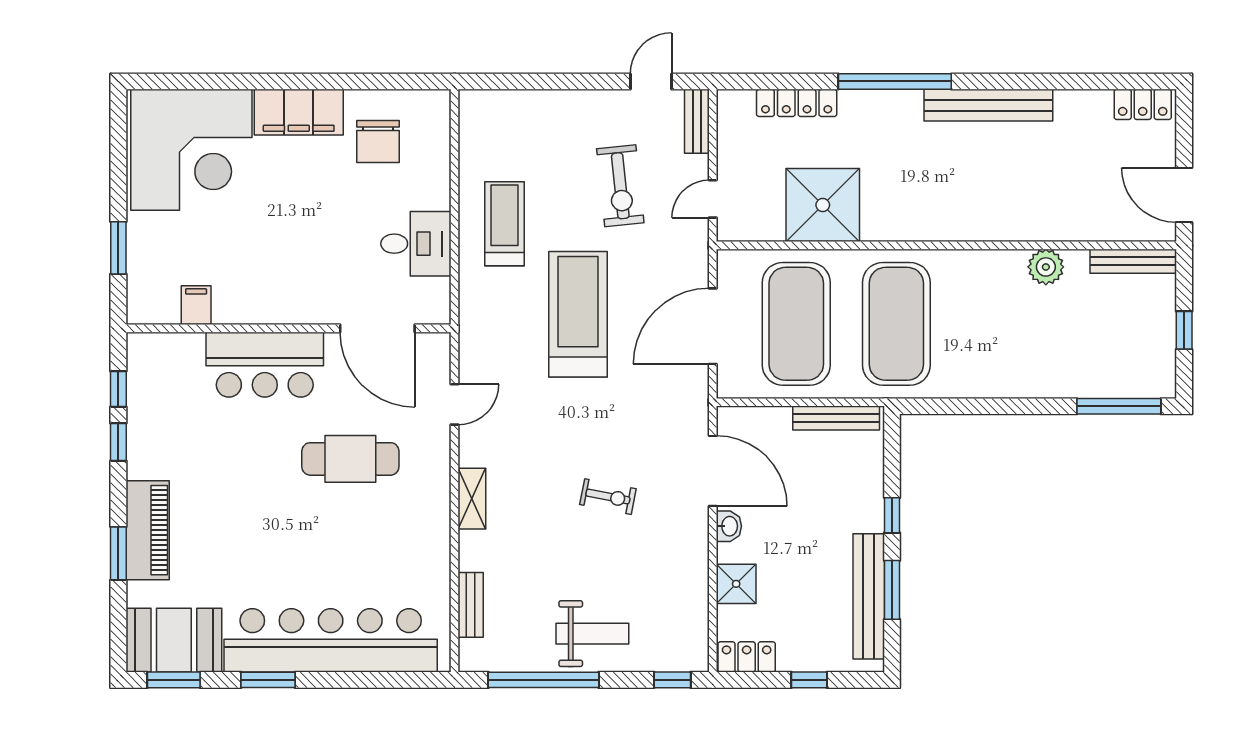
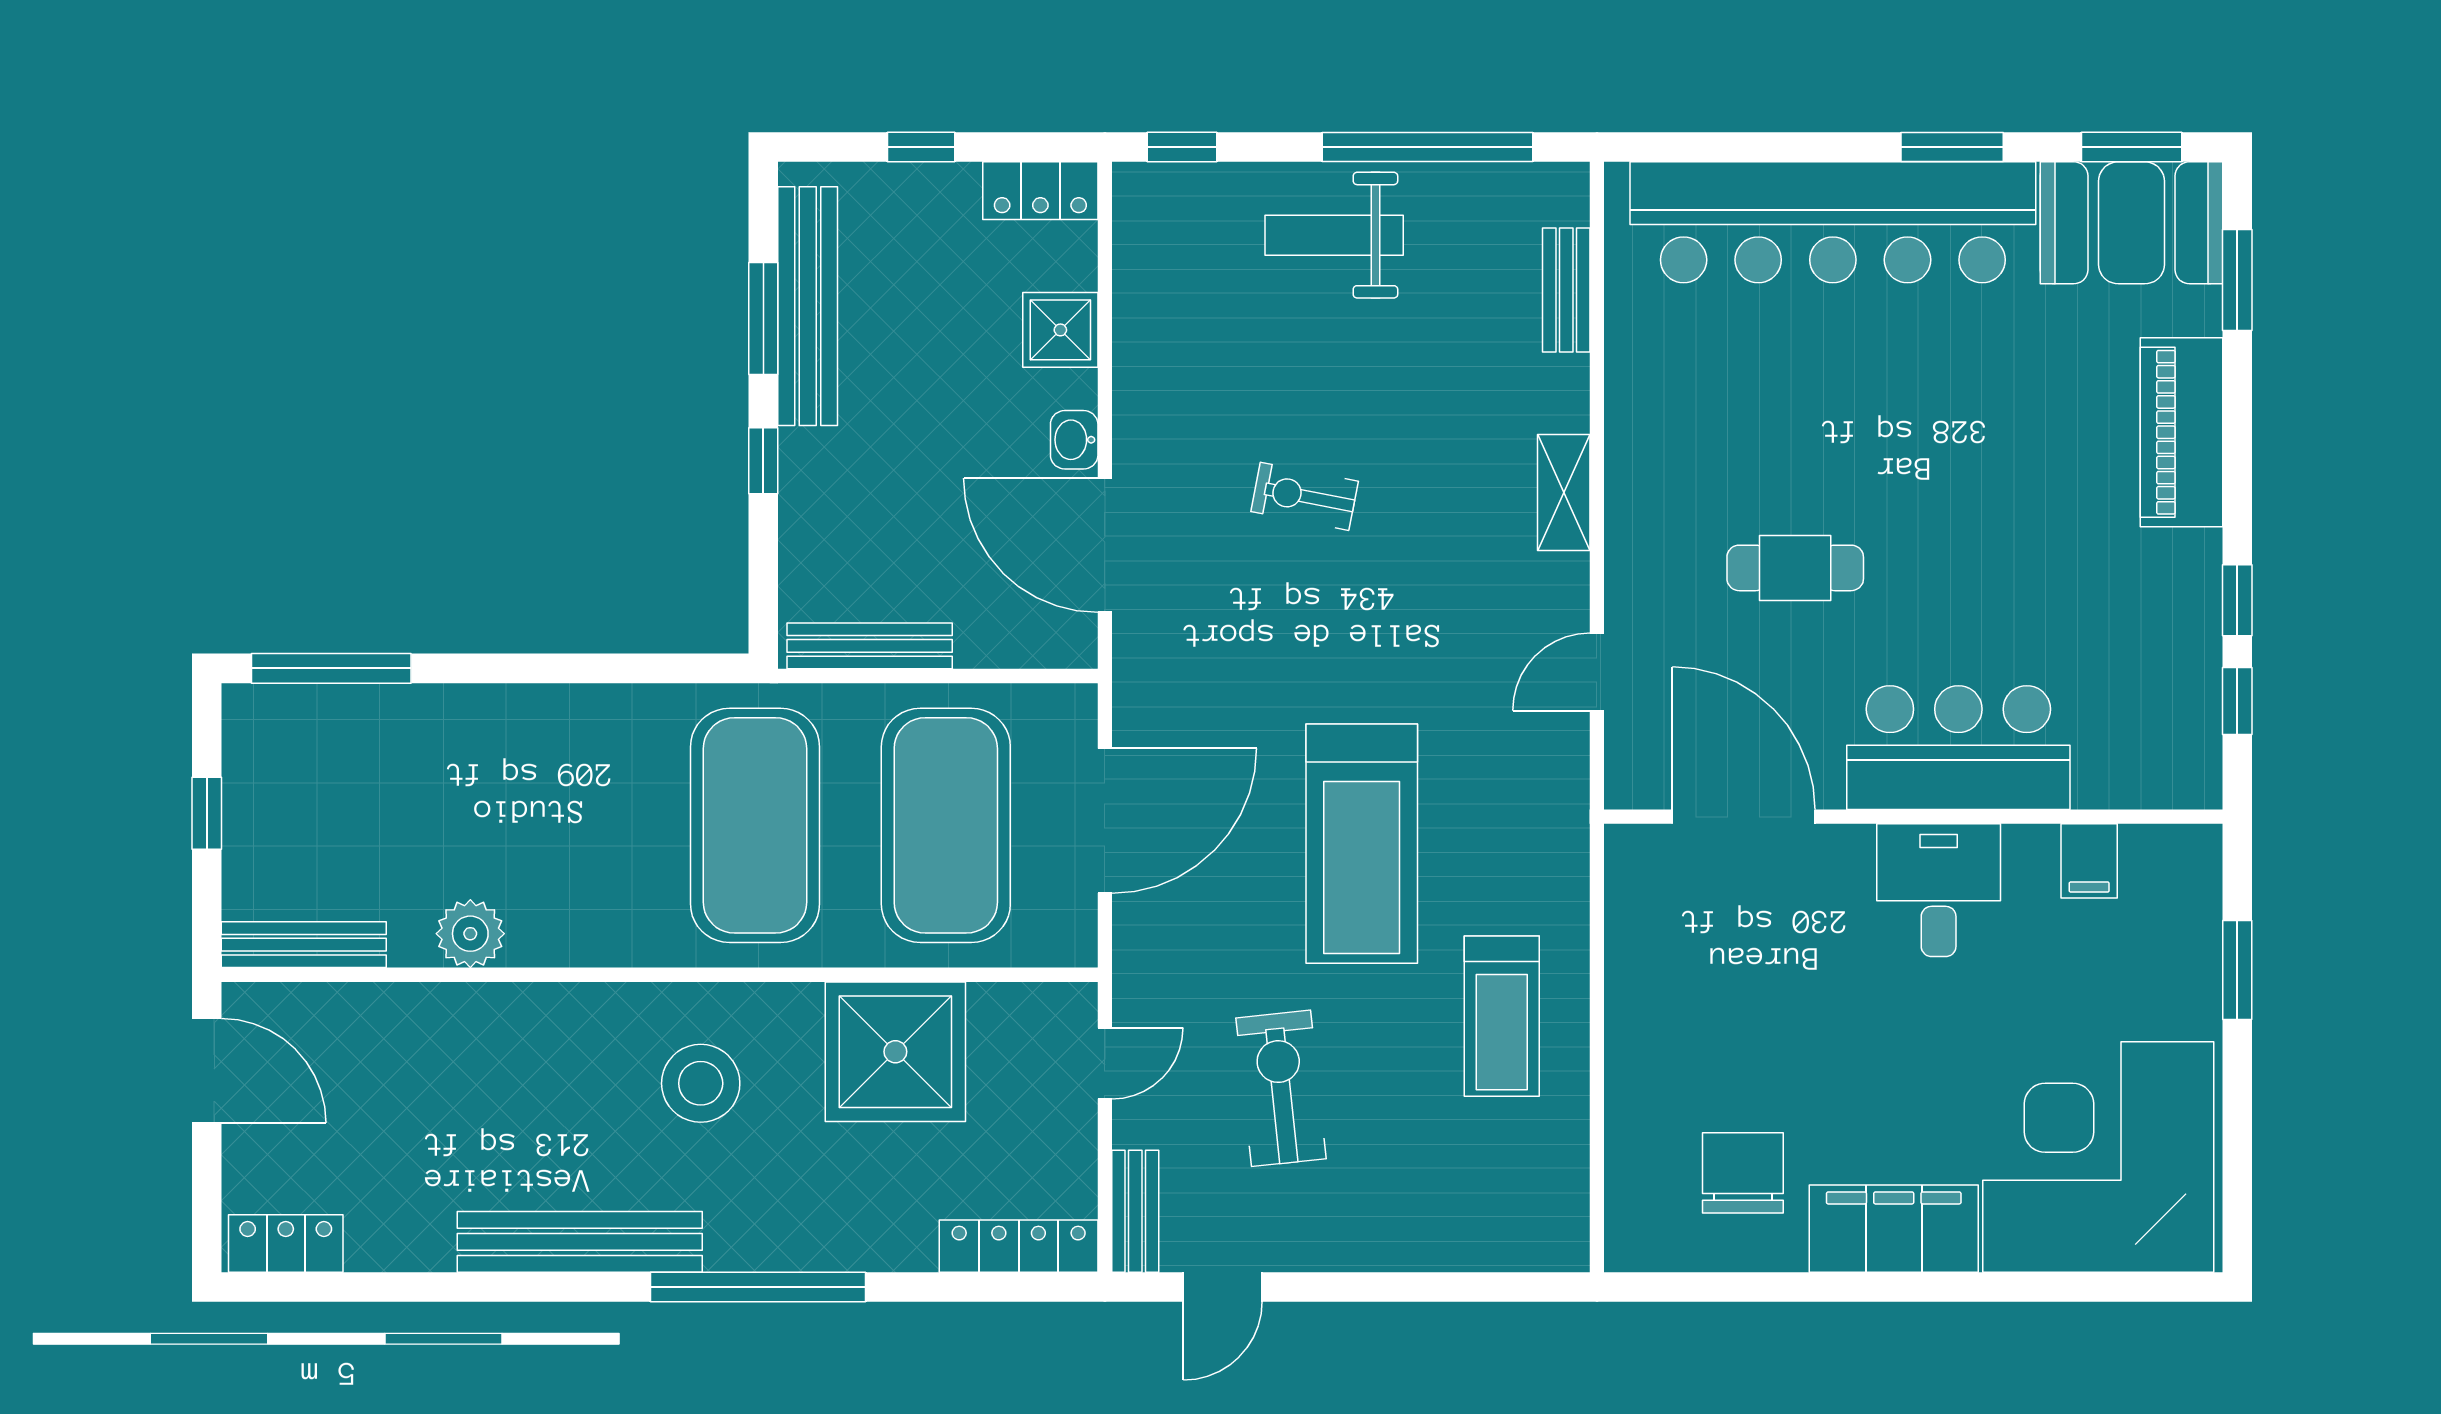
locker: (797, 103) -> (1019, 1246), moved
stool: (925, 188) -> (701, 1083), added
desk: (416, 244) -> (1939, 890), moved, turned 90
cafe table: (350, 459) -> (1795, 568), width x0.73, depth x0.74
window: (118, 553) -> (2237, 280), moved

